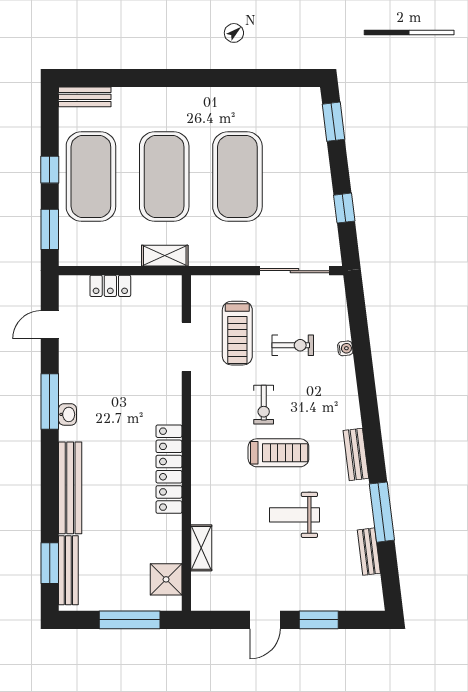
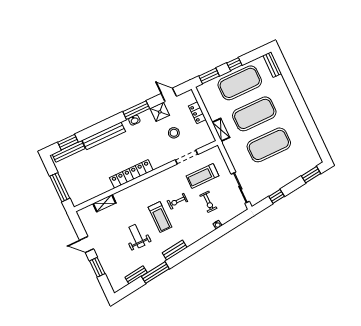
stool: (128, 349) -> (174, 133), added
shower: (166, 579) -> (160, 112), moved

